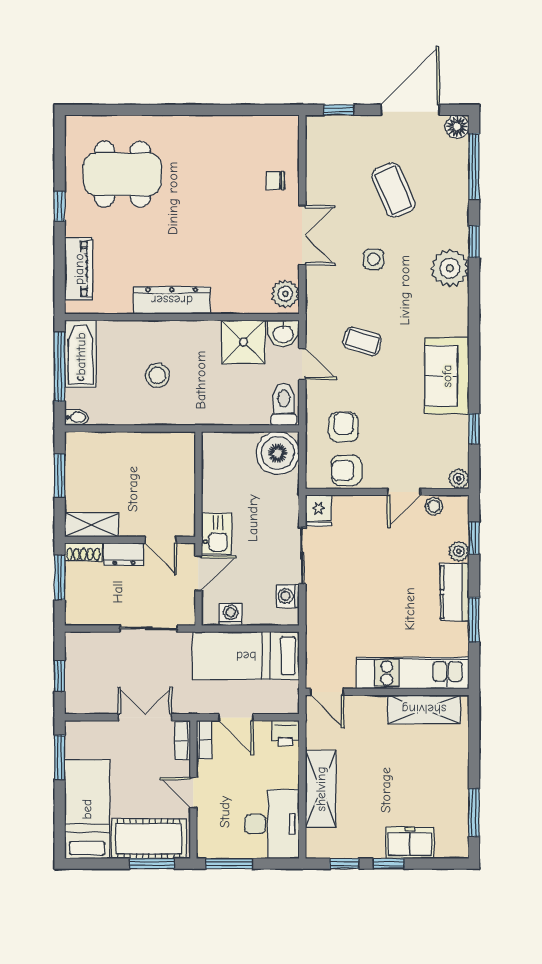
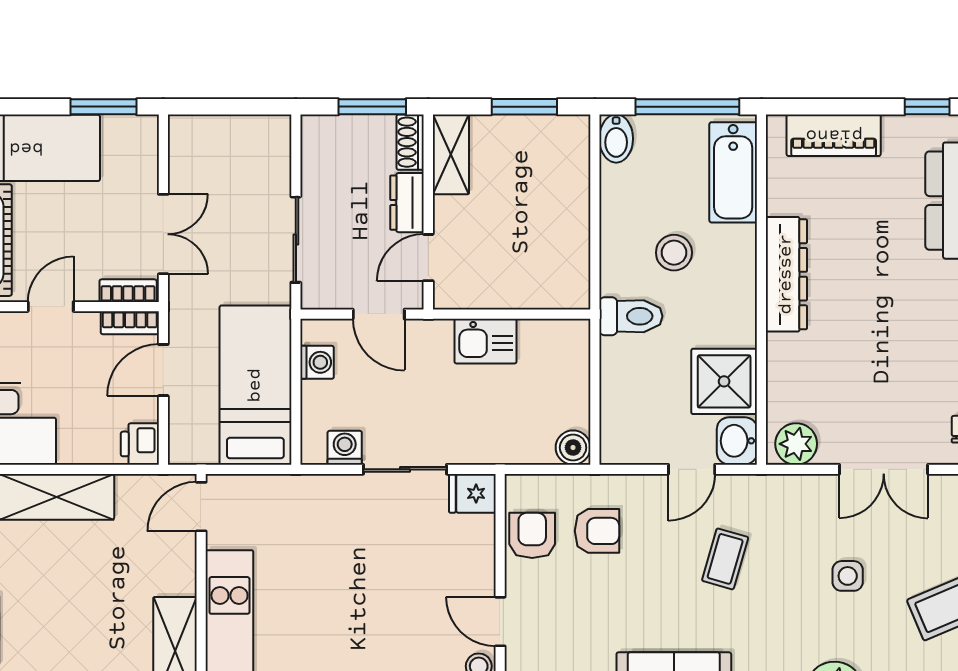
bathtub: (81, 354) -> (733, 172), moved, turned 90
toilet: (284, 404) -> (631, 316), moved
bidet: (77, 417) -> (616, 139), width x1.38, depth x1.36
boiler: (278, 453) -> (573, 448), width x0.54, depth x0.54
kitchen sink: (216, 534) -> (485, 341), moved
window: (60, 676) -> (225, 107), removed

